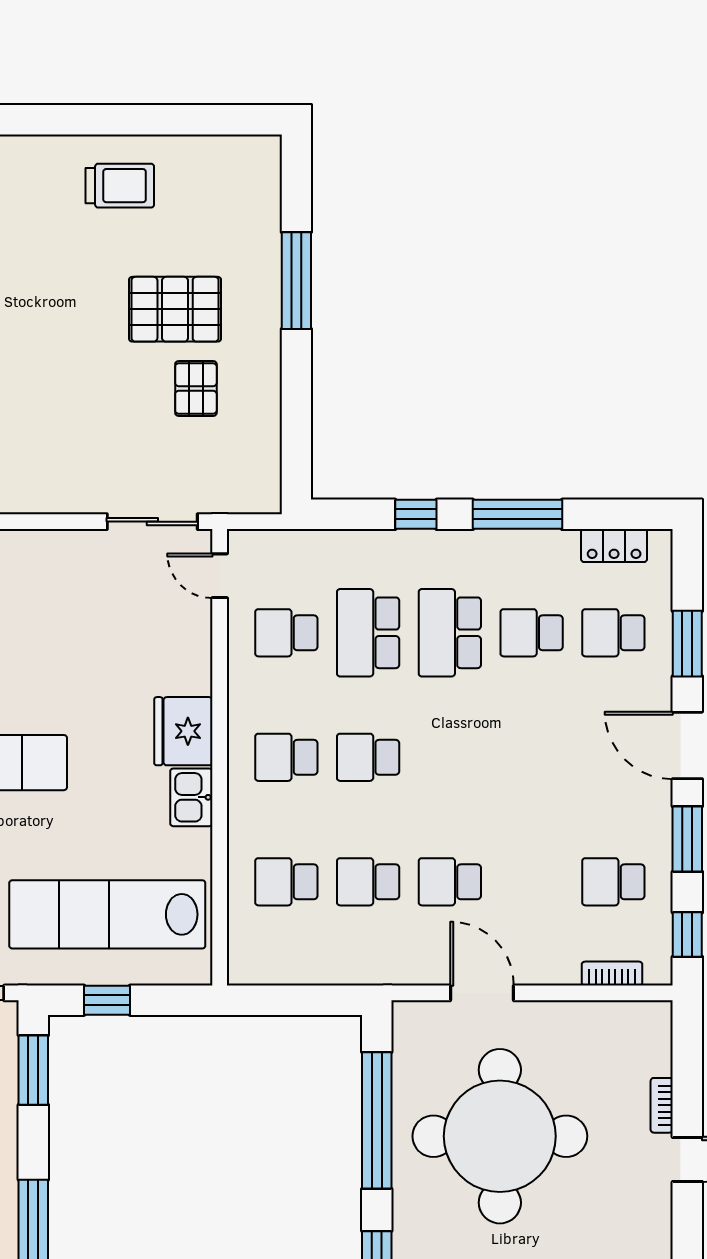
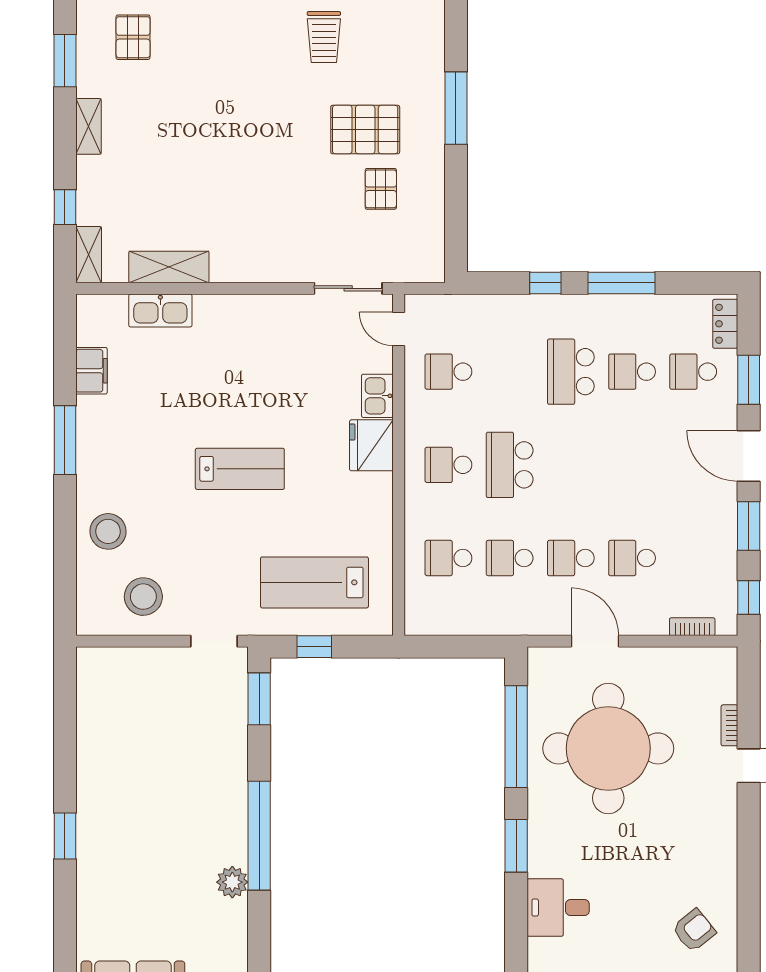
trolley: (120, 186) -> (324, 37), turned 90
locker: (614, 546) -> (725, 324), moved, turned 90
school desk: (368, 633) -> (510, 372), removed
school desk: (368, 757) -> (510, 465), width x1.85
kitchen sink: (191, 797) -> (377, 396), moved
school desk: (613, 882) -> (632, 558), moved
lab bench: (107, 914) -> (314, 582), width x0.73

